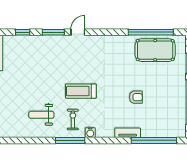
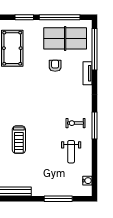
treadmill: (81, 91) -> (19, 140), moved
table tennis table: (166, 108) -> (65, 38), added
water cooler: (90, 133) -> (87, 181), moved

